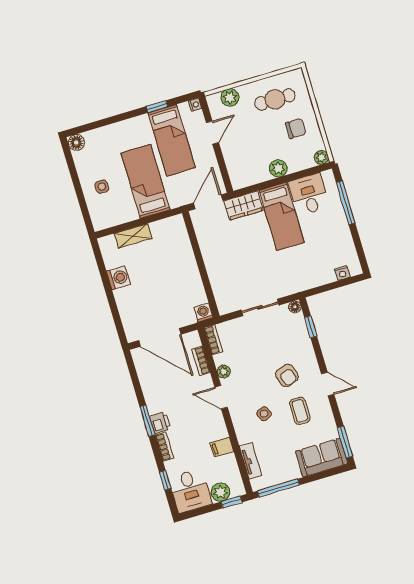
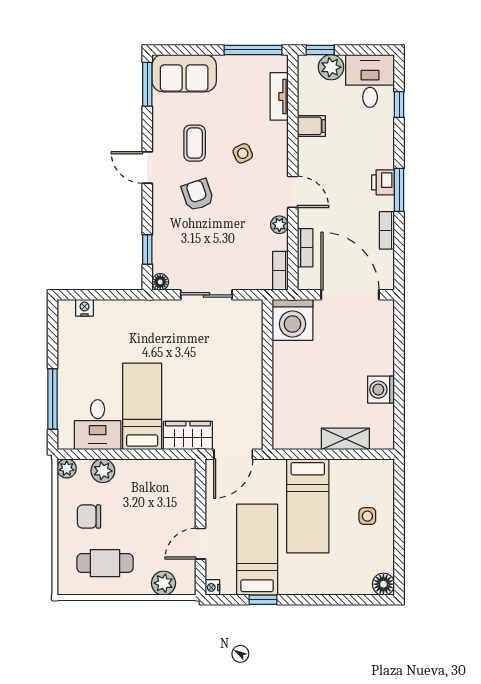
plant: (278, 168) -> (103, 471), moved
washing machine: (203, 313) -> (292, 320), width x1.89, depth x1.89
bookcase: (164, 447) -> (387, 230), moved

